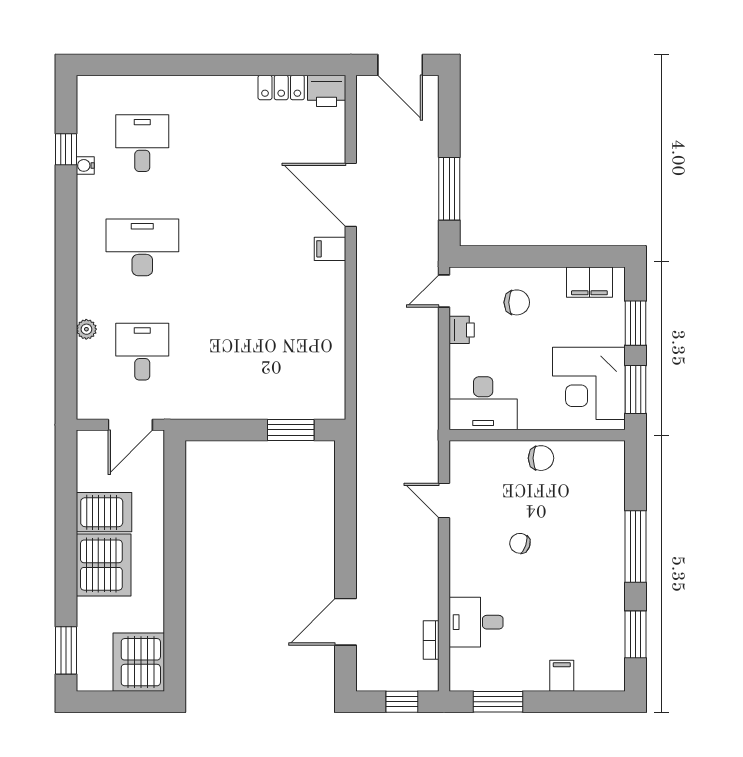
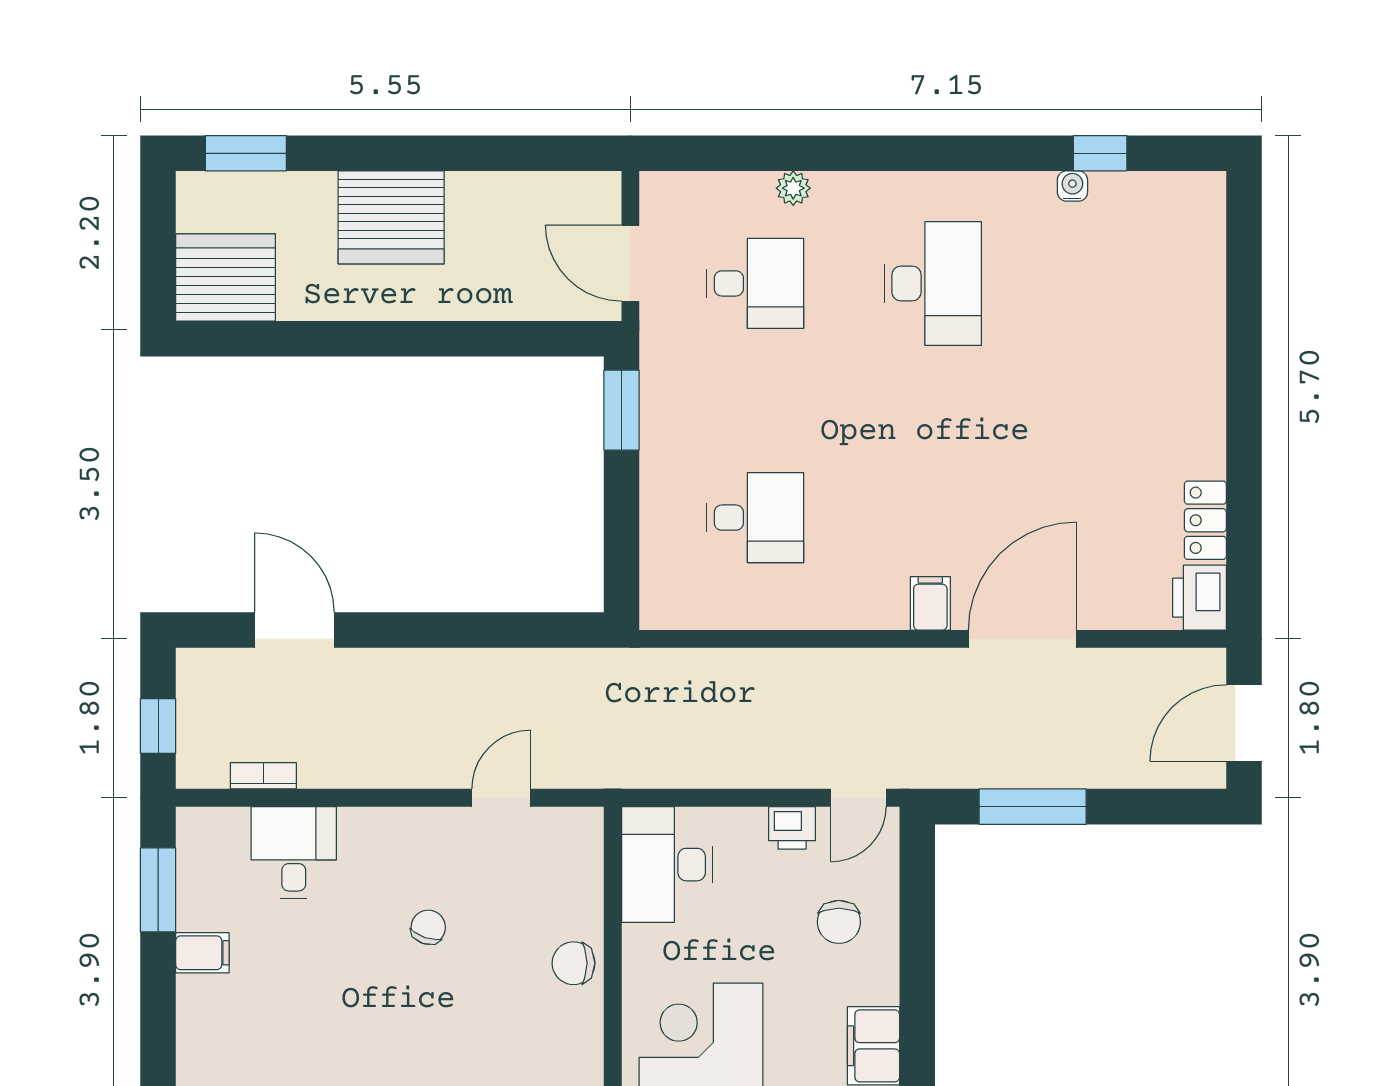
desk: (142, 143) -> (755, 518), moved
door: (444, 291) -> (858, 798), swing flipped
window: (291, 430) -> (622, 410), moved
chair: (541, 458) -> (574, 963), turned 90
server rack: (104, 512) -> (481, 218), removed
filing cabinet: (562, 676) -> (202, 953), moved

